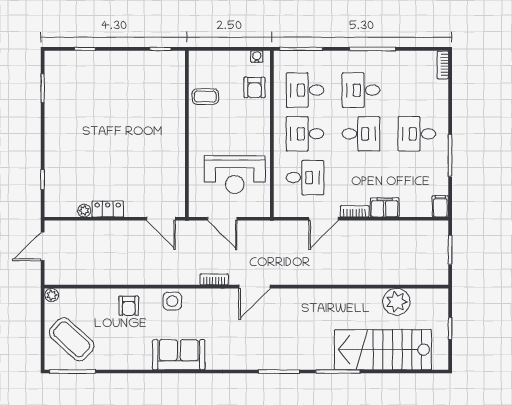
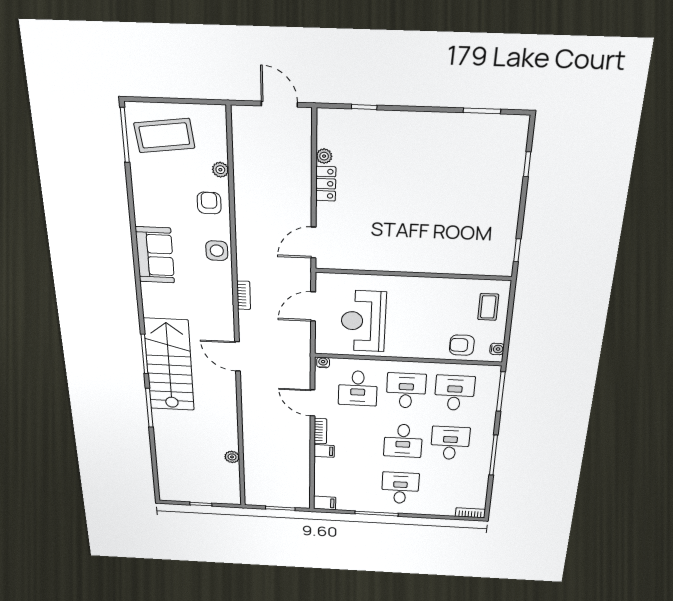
coffee table: (205, 97) -> (488, 307), moved
filing cabinet: (385, 207) -> (324, 451), width x0.50
water cooler: (279, 209) -> (323, 362), added
door: (254, 287) -> (238, 356), moved
plant: (52, 295) -> (220, 170), moved
plant: (396, 302) -> (232, 457), width x0.53, depth x0.53
armchair: (129, 306) -> (209, 203), turned 90
coffee table: (72, 339) -> (164, 135), turned 40
stairs: (383, 350) -> (169, 365), moved

